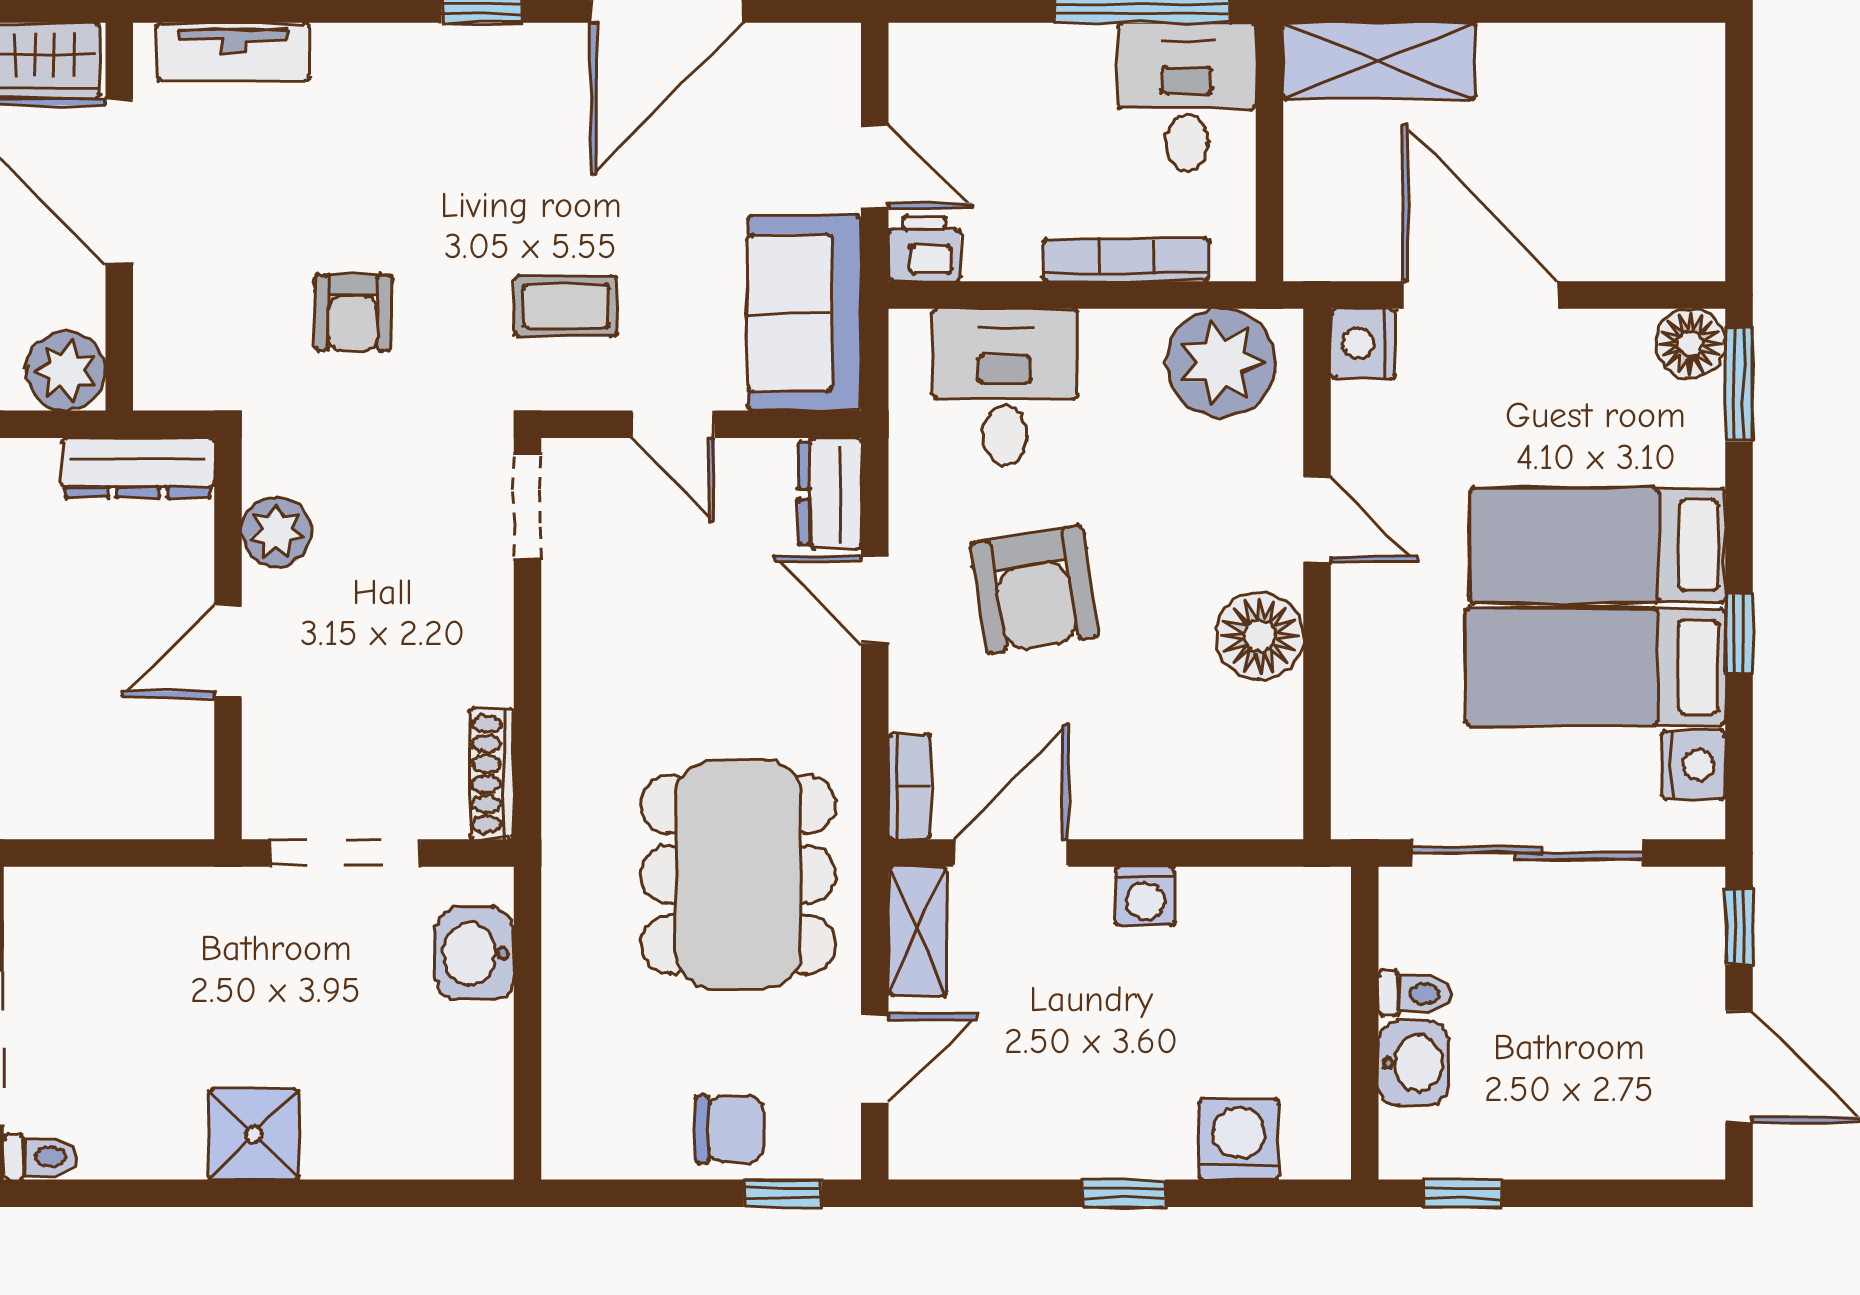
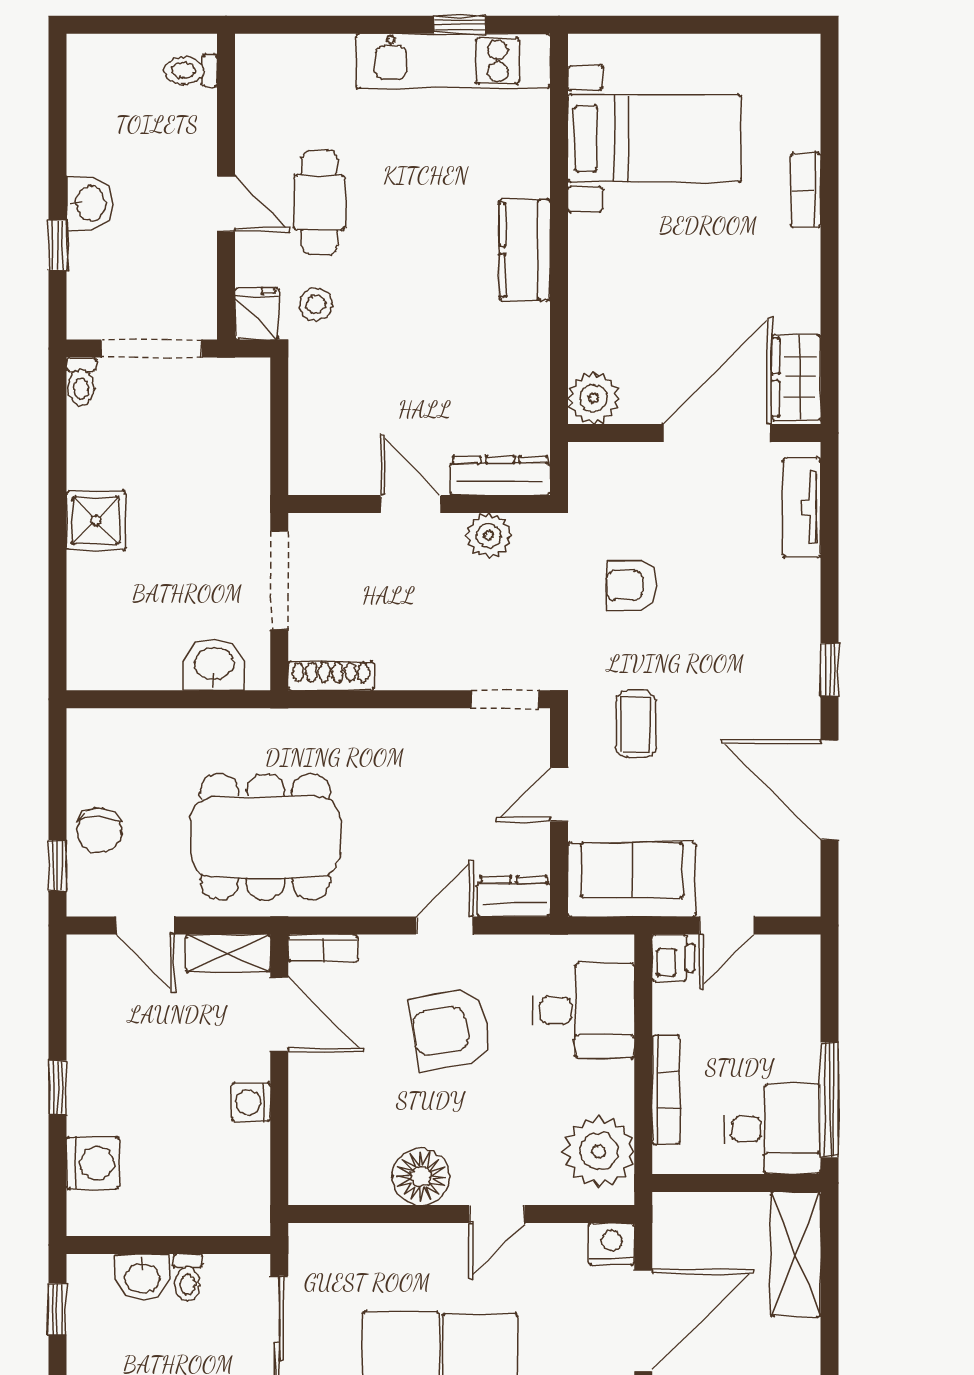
dresser: (138, 468) -> (500, 476), moved, turned 90

